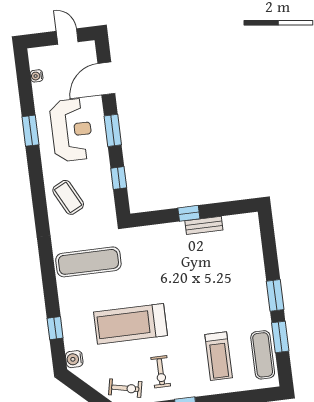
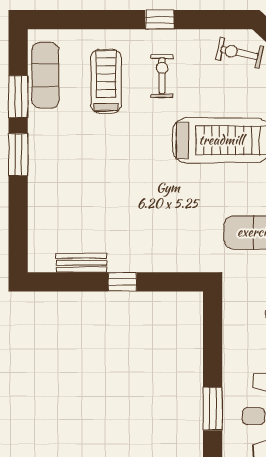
window: (119, 178) -> (213, 342), removed
bench: (204, 225) -> (81, 263), moved
exercise bike: (161, 372) -> (162, 76), moved

